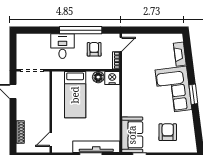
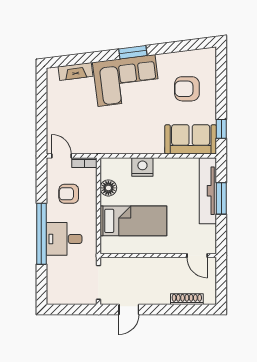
window: (81, 30) -> (41, 234), moved
nightstand: (112, 78) -> (142, 167), moved, turned 90

